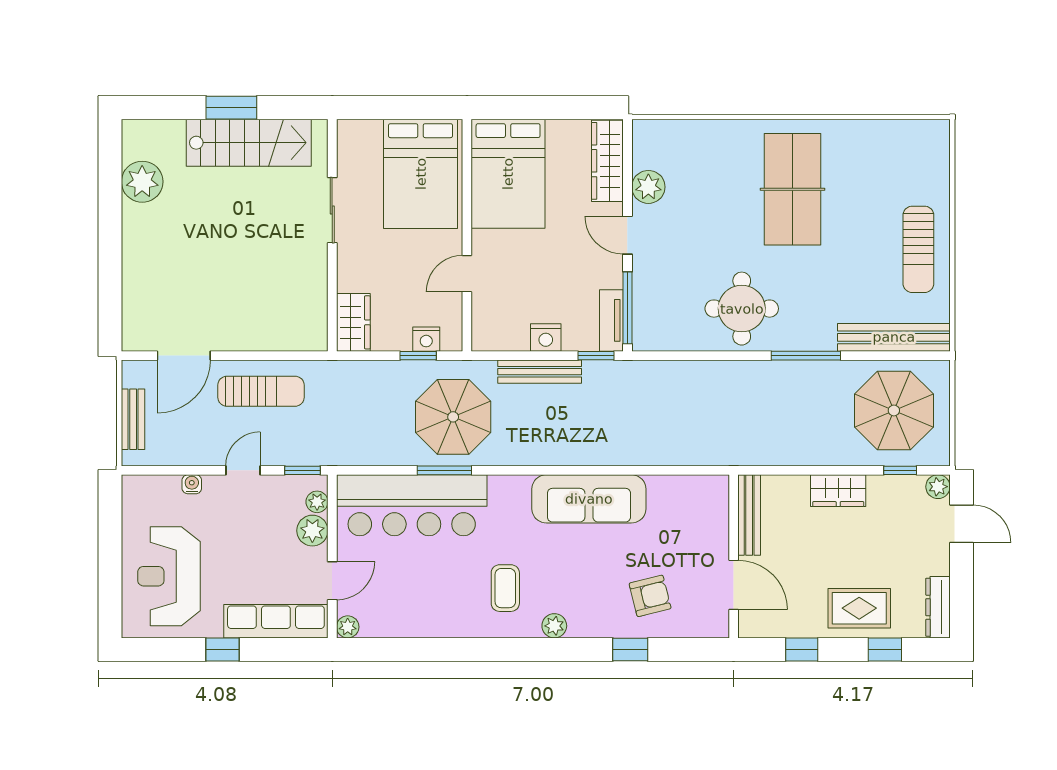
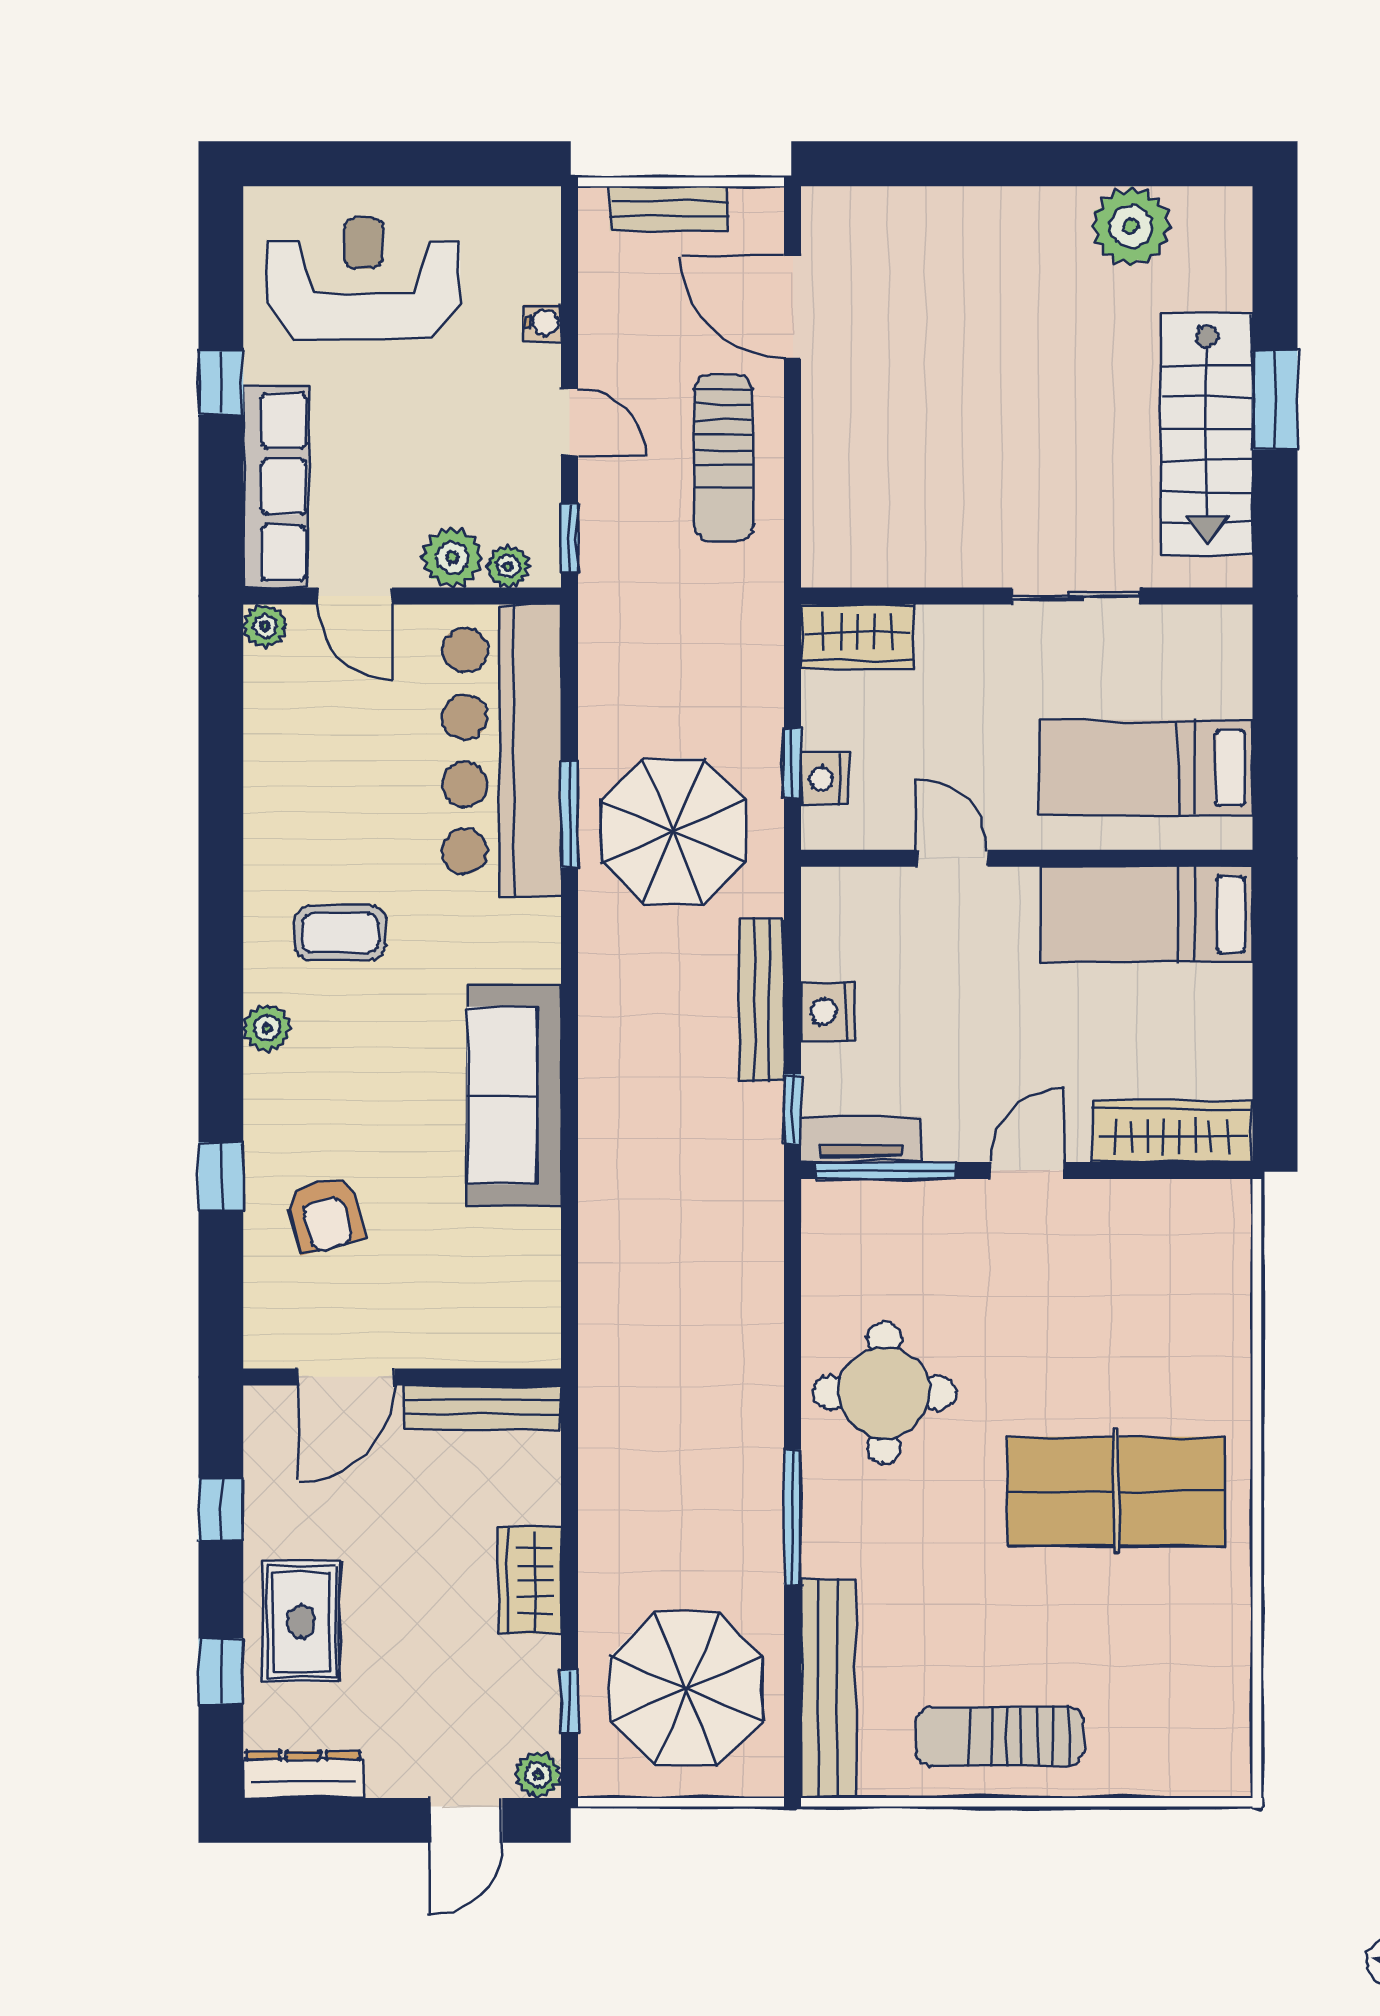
bed: (421, 174) -> (1146, 768), width x0.67
bed: (508, 174) -> (1147, 914), width x0.67
plant: (648, 187) -> (1121, 1211), removed

